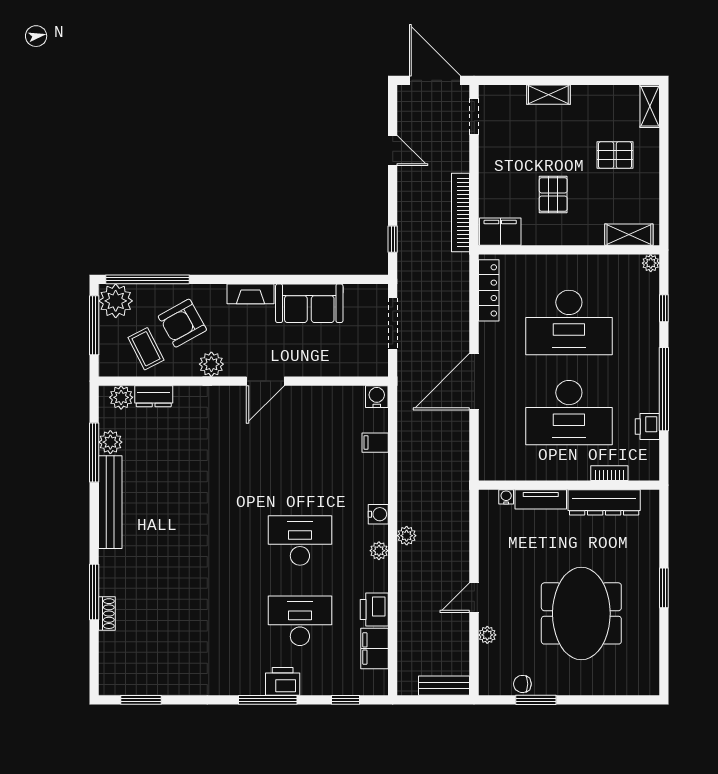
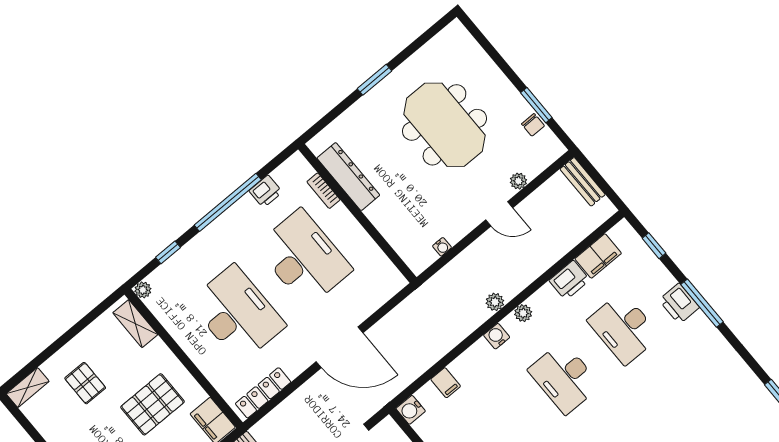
pallet: (553, 195) -> (152, 404), width x1.50, depth x1.42
water cooler: (506, 497) -> (442, 247), moved, turned -90
tv unit: (541, 499) -> (385, 225), removed
meeting table: (581, 613) -> (444, 125), turned 90

